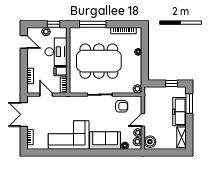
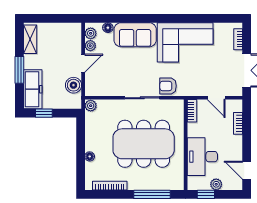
filing cabinet: (61, 71) -> (196, 130), removed
window: (189, 104) -> (19, 70), moved
armchair: (122, 106) -> (168, 86), moved
freezer: (180, 112) -> (33, 89), moved
boiler: (150, 142) -> (73, 85), moved

